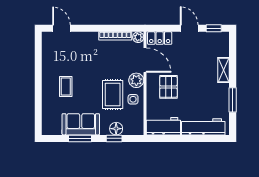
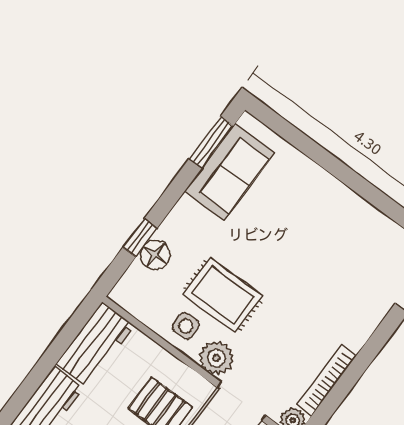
coffee table: (66, 87) -> (301, 220), removed
sofa: (81, 124) -> (230, 172), moved
window: (80, 138) -> (211, 142), moved

